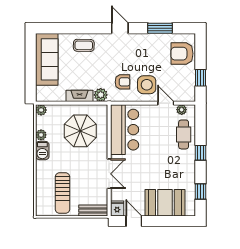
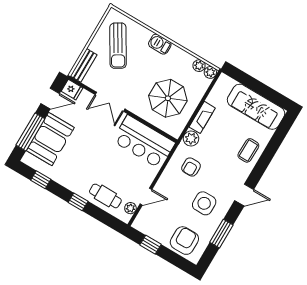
side table: (147, 85) -> (204, 203), moved
plant: (41, 135) -> (199, 66), moved
barbecue: (42, 151) -> (160, 44), moved
sun lounger: (62, 193) -> (118, 46), turned -121
window: (169, 221) -> (30, 132), added

